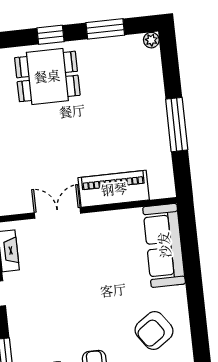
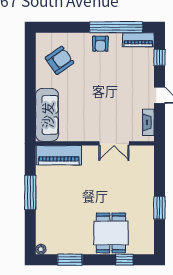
window: (51, 35) -> (124, 260), moved
dining table: (47, 76) -> (111, 233), turned 90
piano: (114, 189) -> (59, 155), moved

